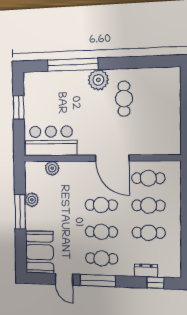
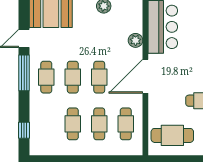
cafe table: (160, 130) -> (172, 135), added
door: (112, 158) -> (145, 76), moved
plant: (52, 168) -> (136, 40), moved
dresser: (146, 270) -> (36, 121), removed

